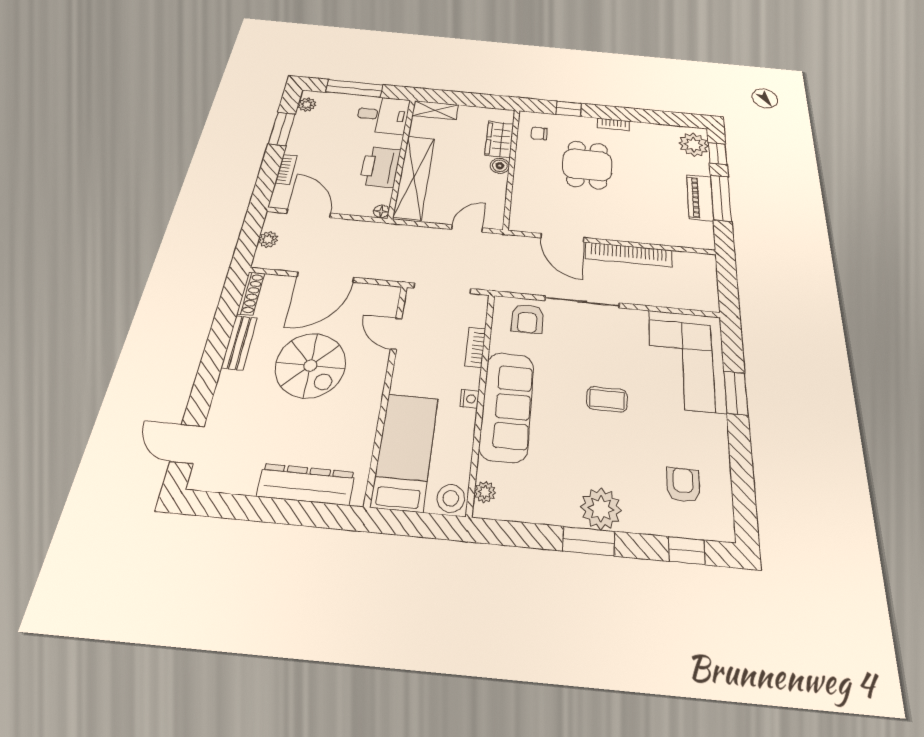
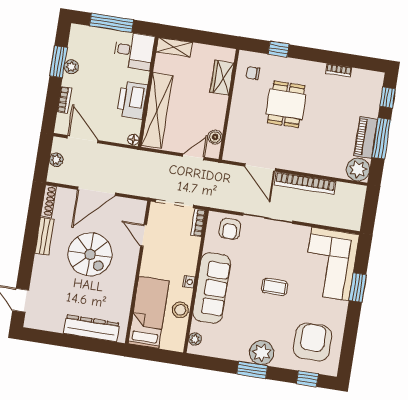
plant: (307, 105) -> (71, 67), moved
bookcase: (613, 124) -> (339, 70), moved
plant: (694, 145) -> (358, 170), moved
boiler: (500, 166) -> (215, 137), moved
bookcase: (475, 347) -> (198, 223), moved
armchair: (683, 485) -> (313, 342), width x1.88, depth x1.88
stool: (451, 498) -> (180, 310), moved

